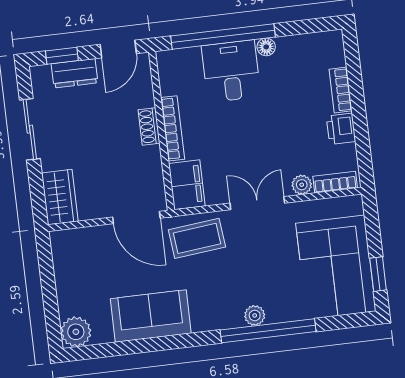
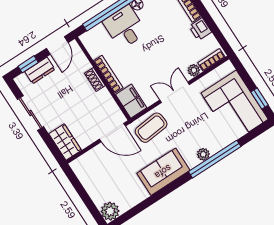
sofa: (151, 316) -> (163, 172), moved

